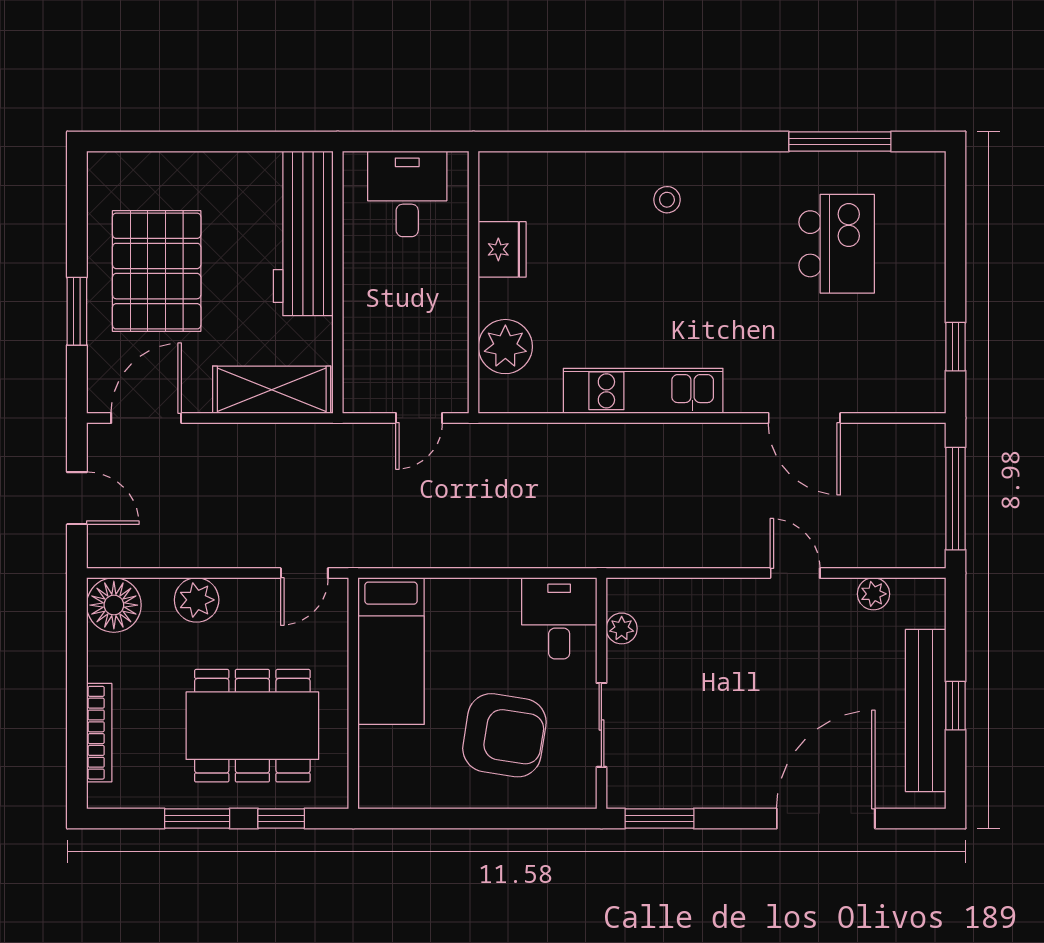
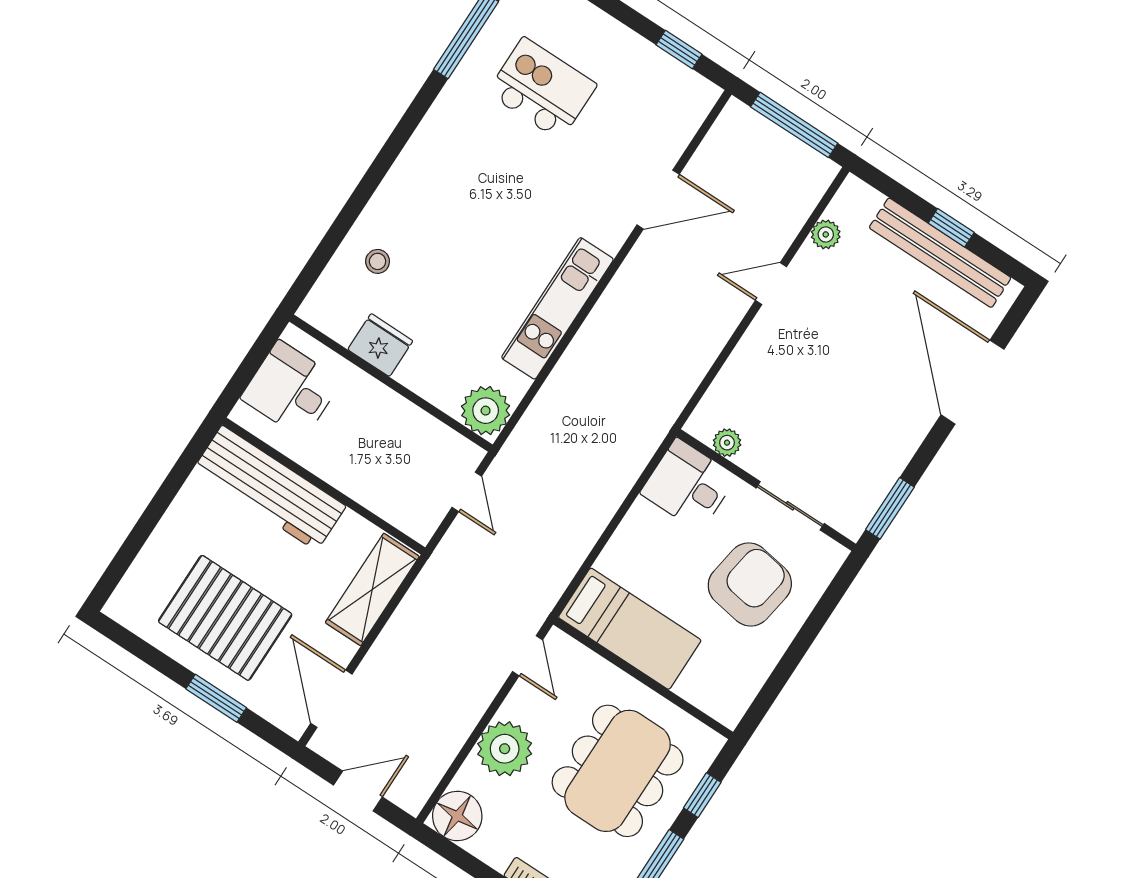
stool: (667, 200) -> (378, 261), moved
plant: (505, 347) -> (486, 411), moved
plant: (197, 600) -> (505, 749), width x1.36, depth x1.36

